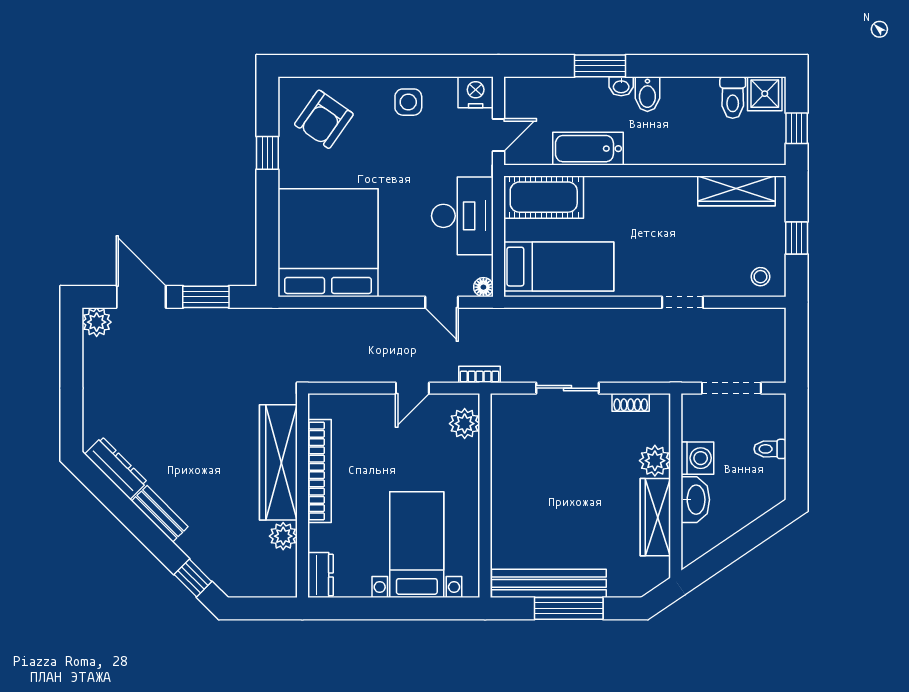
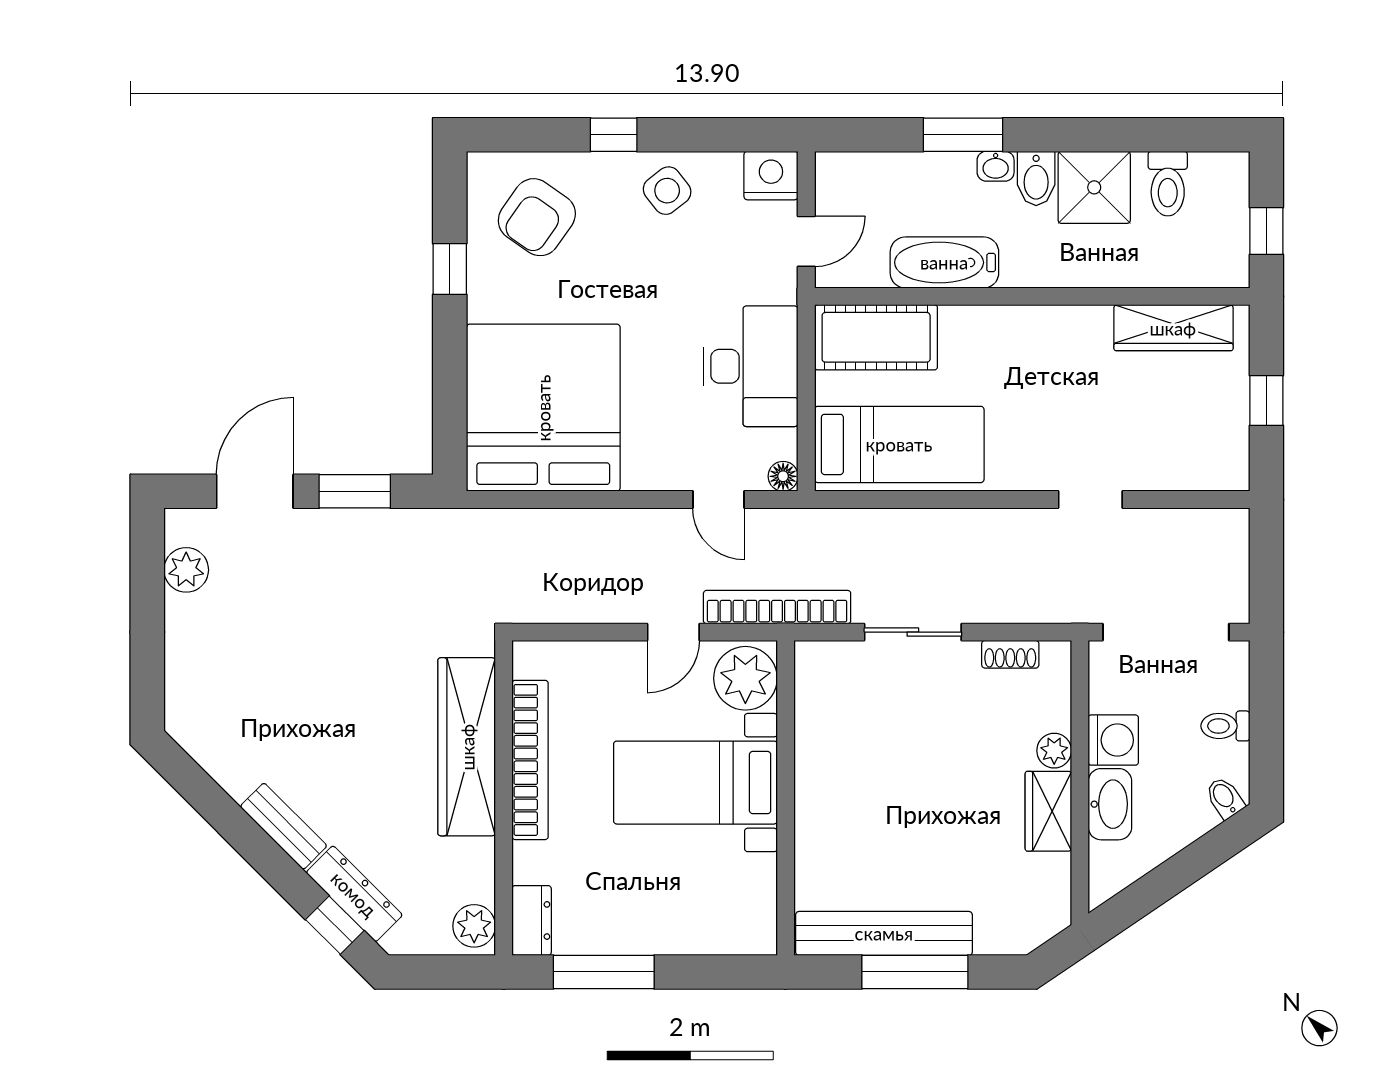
window: (374, 66) -> (614, 135), added
shower: (765, 94) -> (1094, 187), moved, width x1.36, depth x1.36
side table: (408, 102) -> (667, 191), turned -38
stool: (760, 277) -> (1211, 460), removed
door: (141, 297) -> (255, 491), hinge flipped
plant: (97, 322) -> (186, 570), moved
bookcase: (480, 374) -> (777, 607), width x2.31, depth x1.31
doorway: (731, 388) -> (1166, 632), width x1.36
plant: (465, 424) -> (745, 678), width x1.36, depth x1.36
plant: (655, 461) -> (1054, 751), width x0.73, depth x0.73
dresser: (116, 468) -> (354, 894), moved
bidet: (770, 496) -> (1225, 798), added
wardrobe: (655, 517) -> (1048, 811), width x0.67
plant: (283, 536) -> (474, 926), moved
bed with nightstands: (417, 545) -> (695, 783), moved, turned -90
window: (367, 608) -> (604, 972), added

